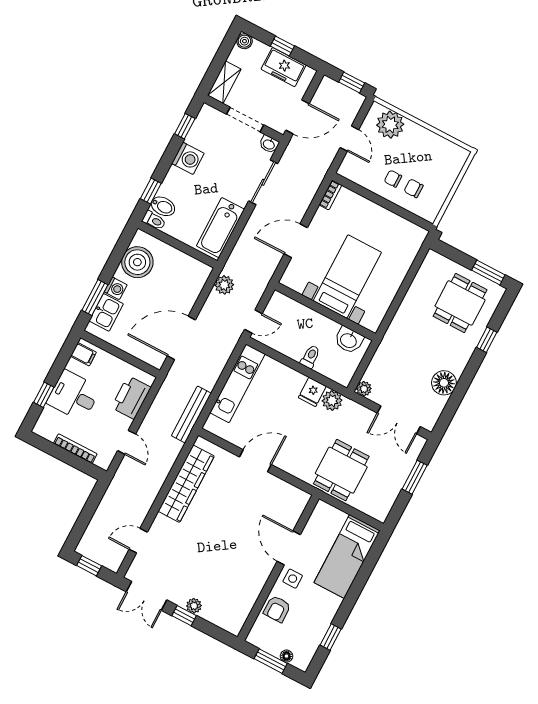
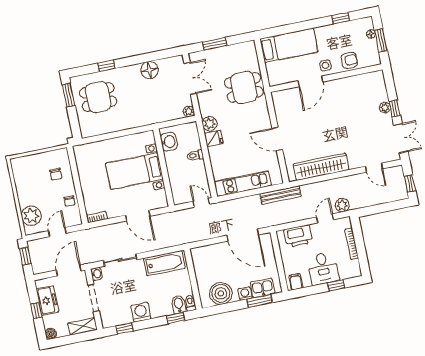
door: (297, 117) -> (69, 270), hinge flipped
chair: (393, 179) -> (70, 201), moved
plant: (224, 285) -> (342, 205), moved

